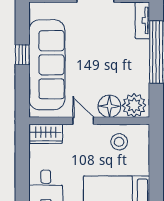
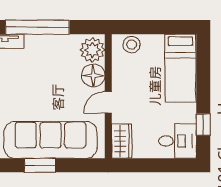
window: (22, 55) -> (40, 165), width x1.50
stool: (119, 142) -> (132, 45), moved

